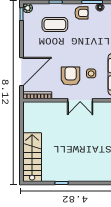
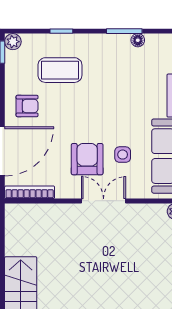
armchair: (81, 13) -> (27, 106), moved
double door: (80, 100) -> (104, 201), swing flipped

